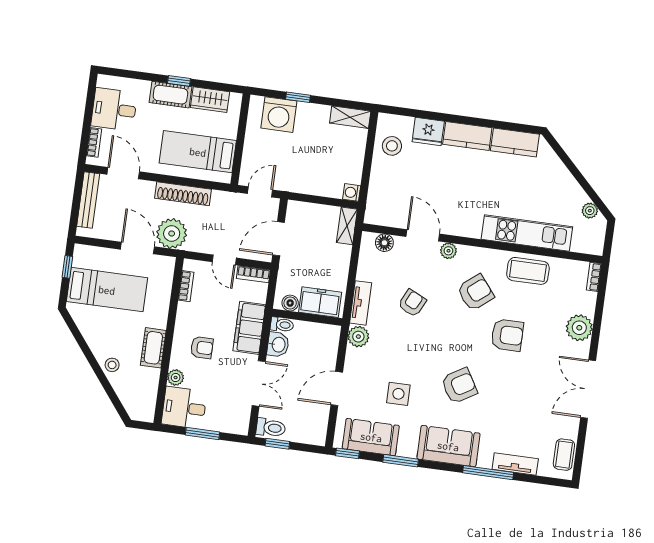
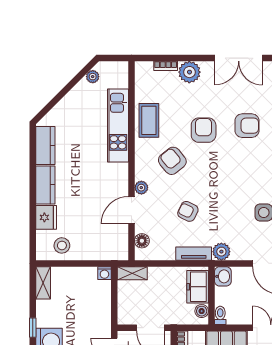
bookcase: (594, 277) -> (166, 66), moved
washbasin: (278, 345) -> (223, 276), moved, turned 90
armchair: (459, 386) -> (247, 126), moved, turned 121

